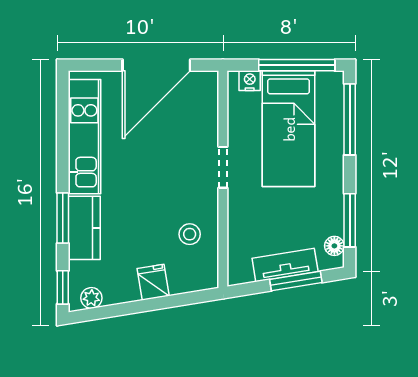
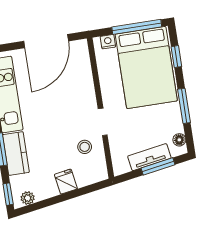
window: (350, 119) -> (176, 57), width x0.46
bed: (289, 129) -> (146, 67), width x1.50
doorway: (223, 167) -> (103, 122), moved
window: (350, 220) -> (184, 106), moved

